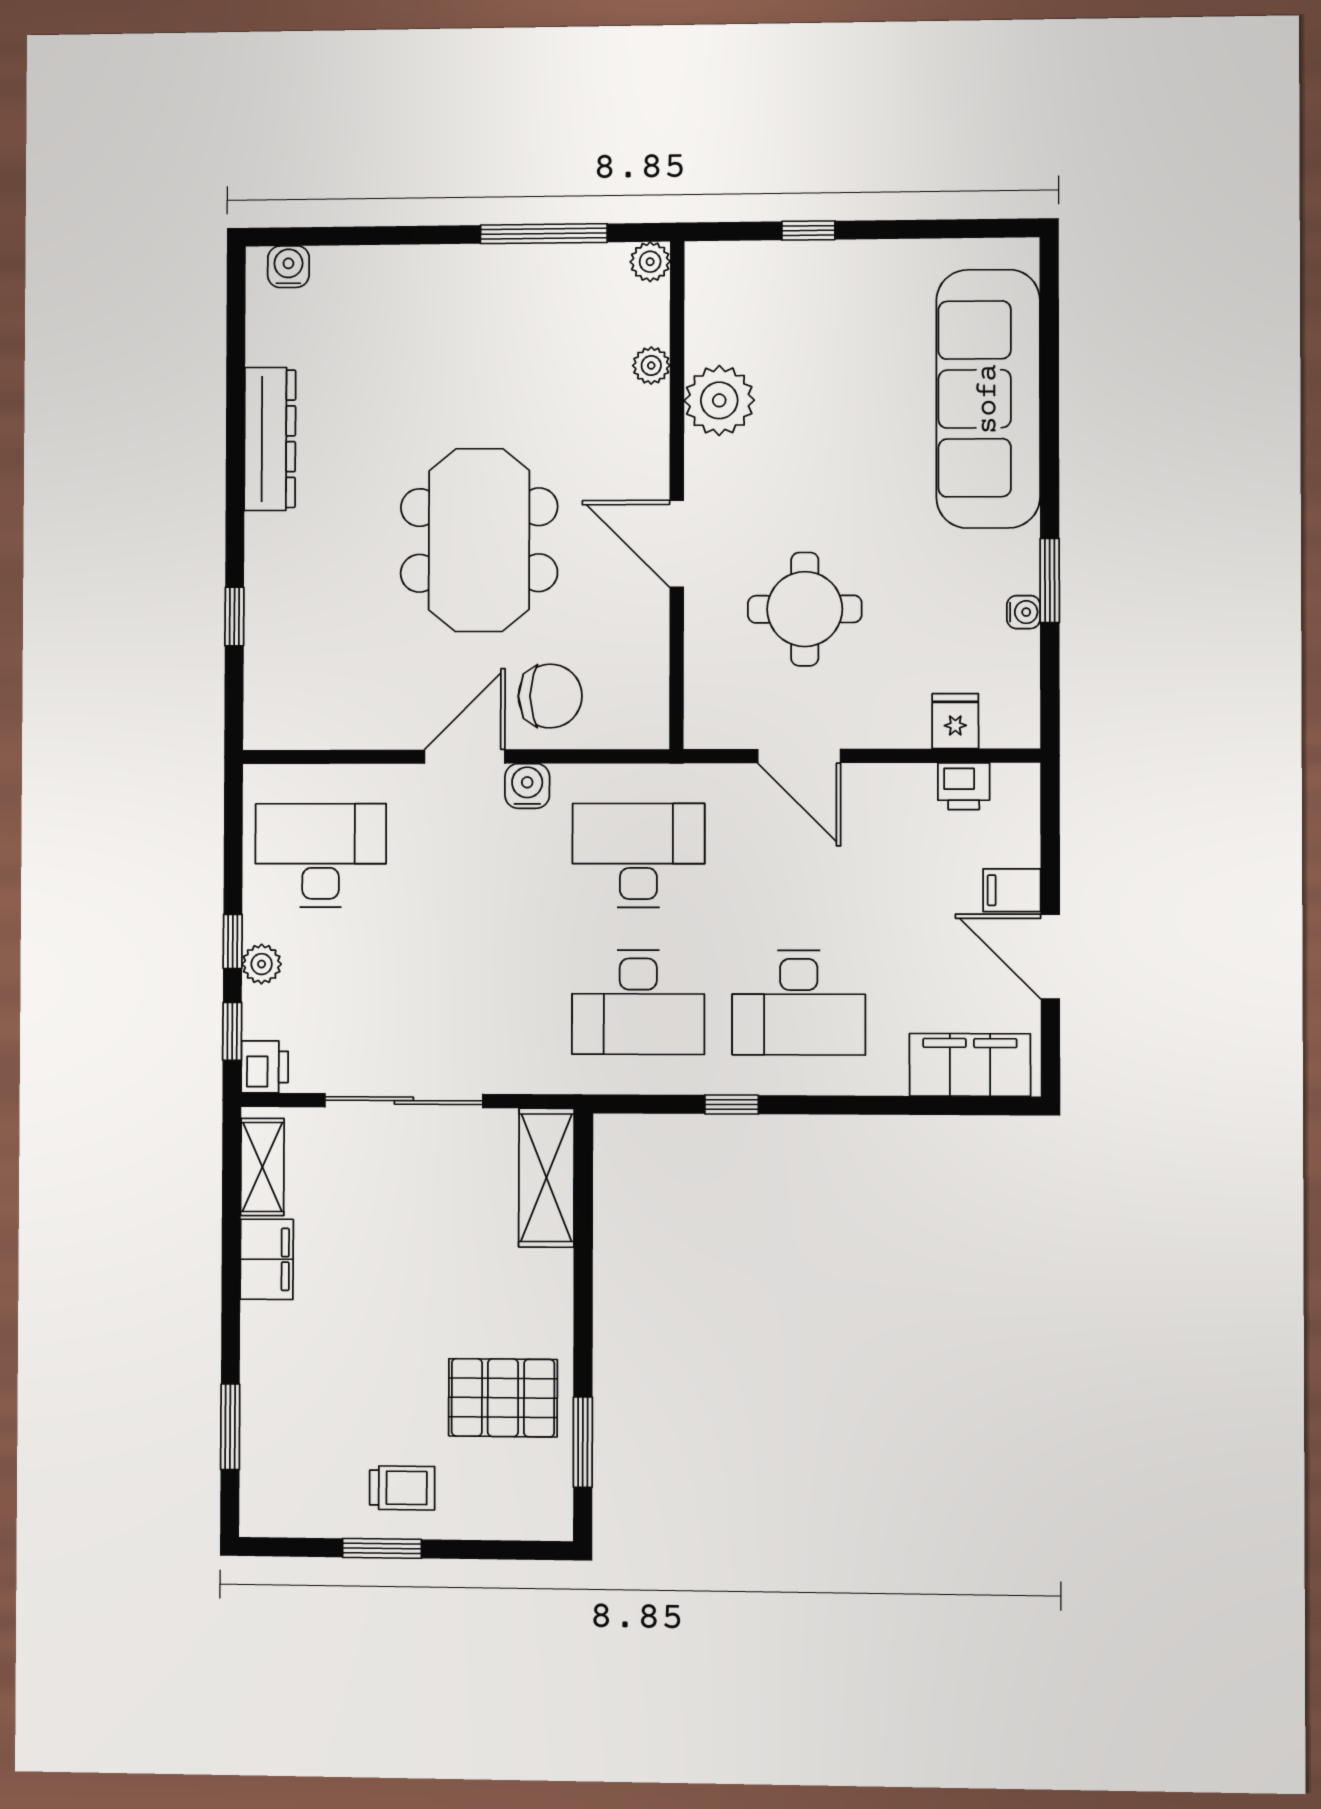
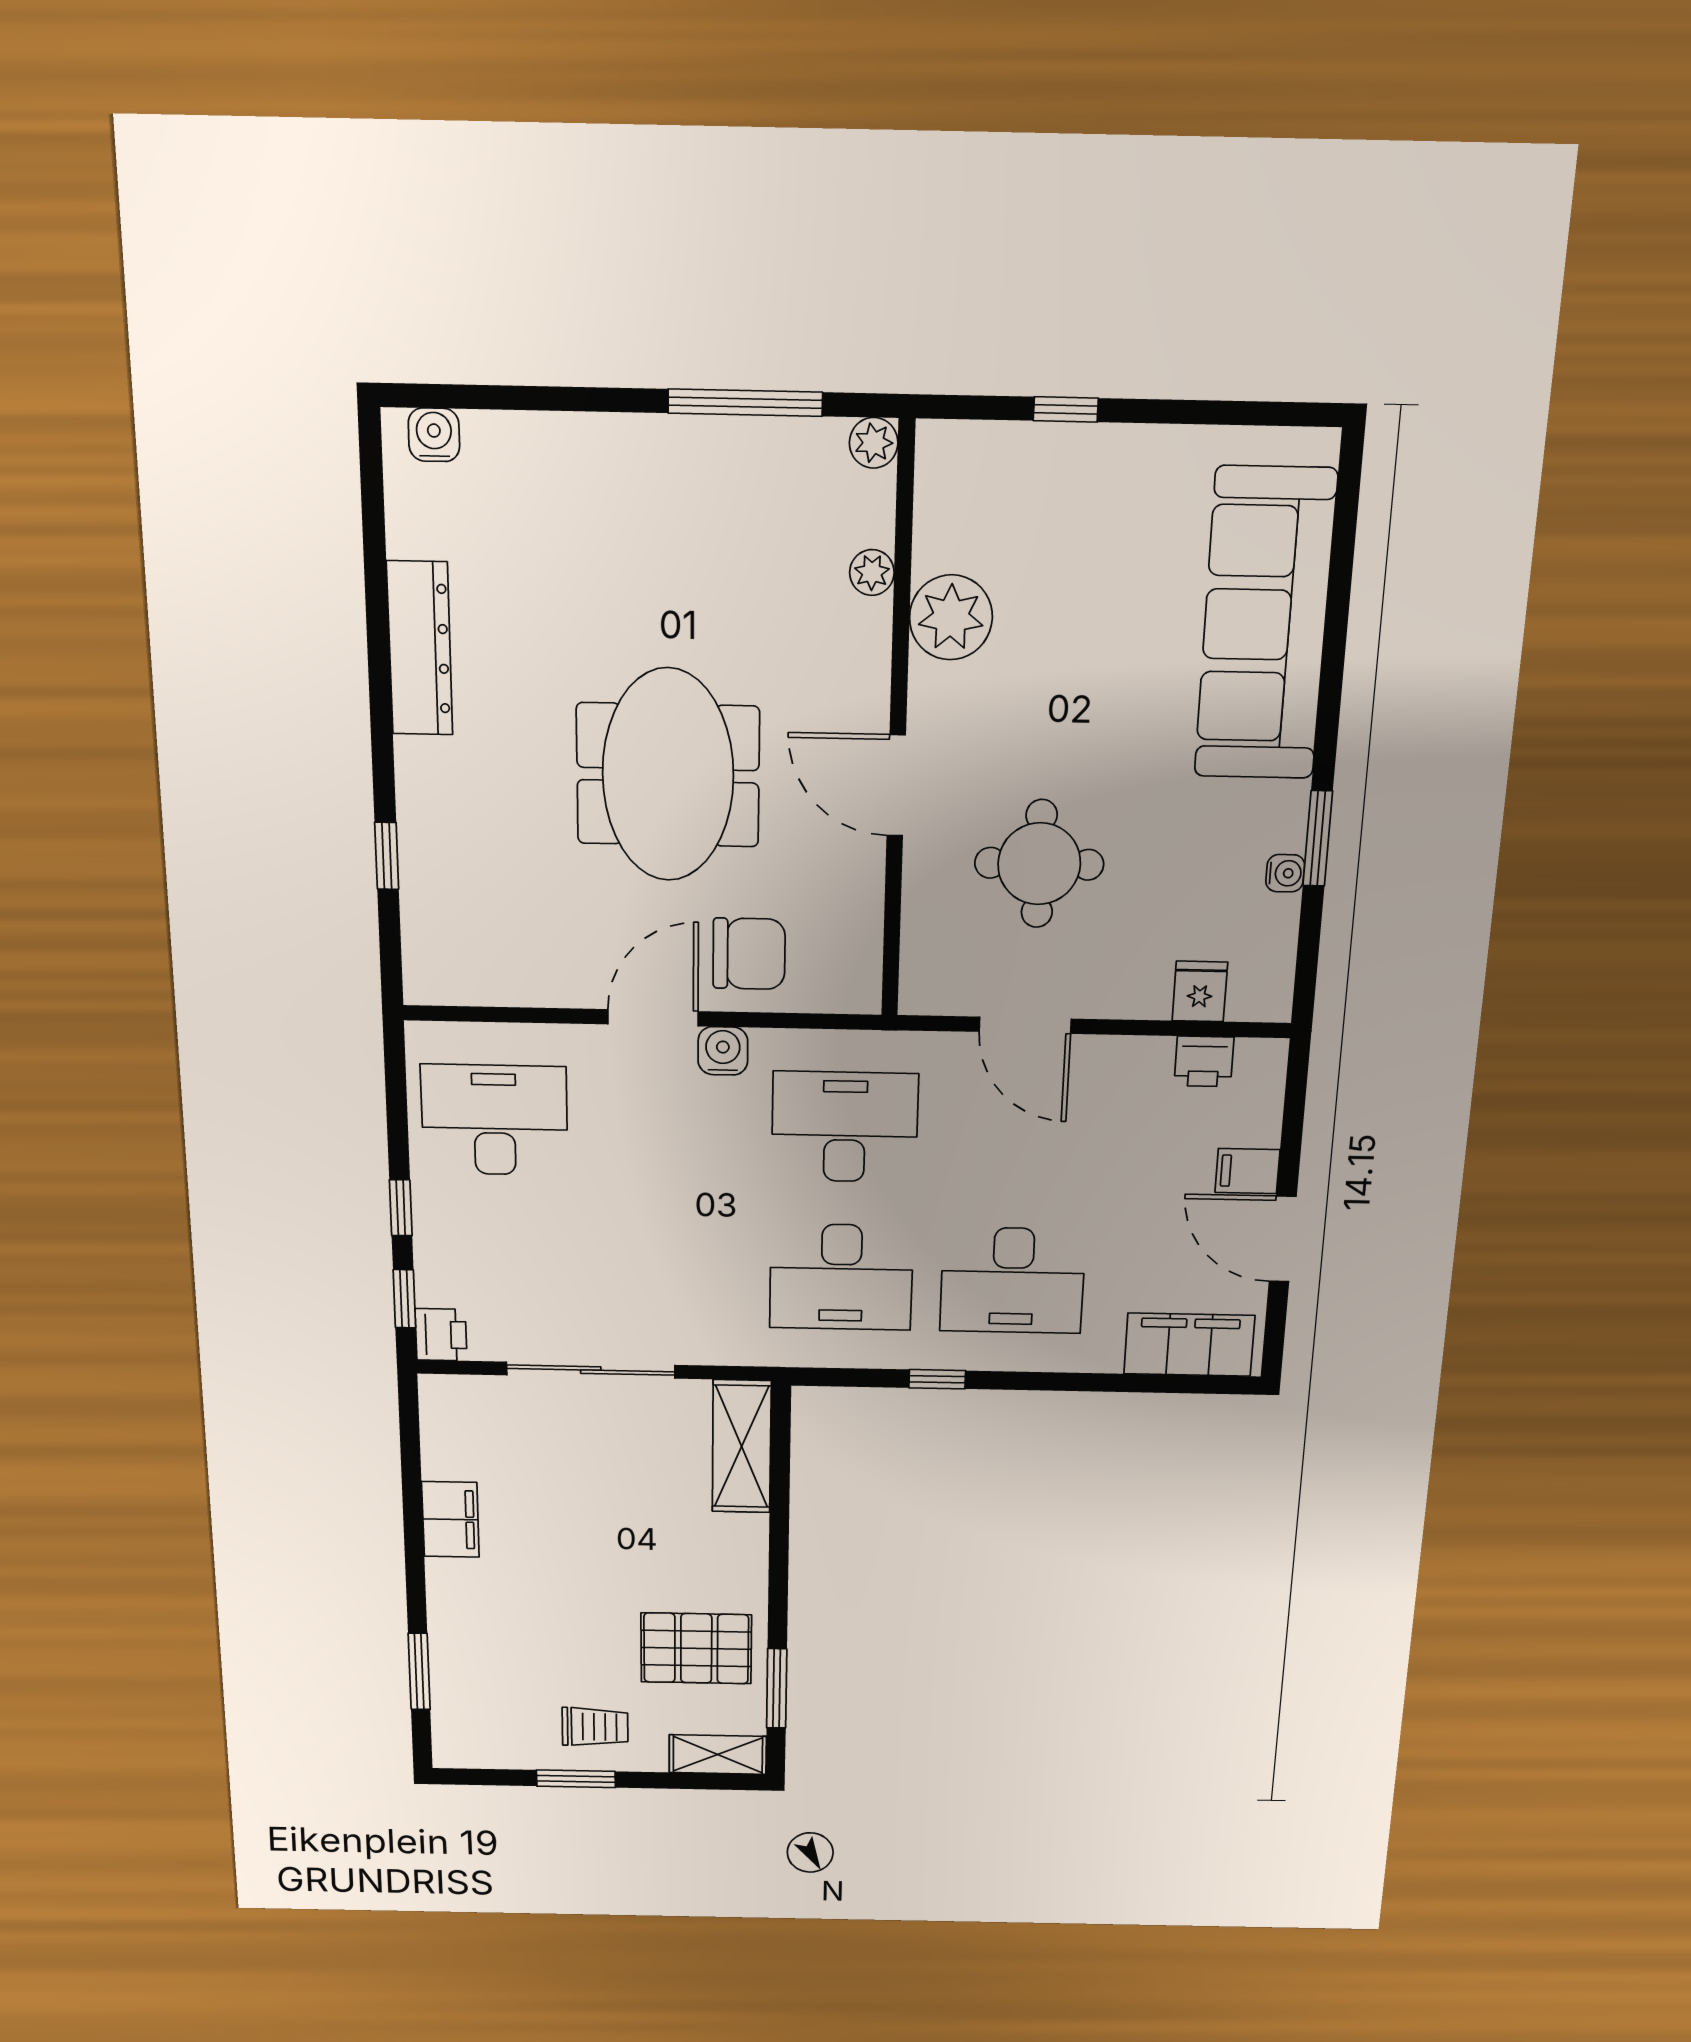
plant: (262, 964) -> (433, 1231), removed
shelving: (262, 1167) -> (718, 1754), moved, turned 90

